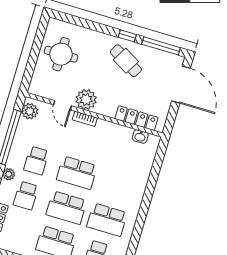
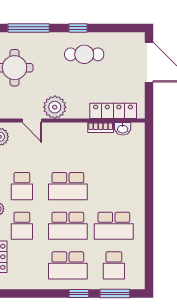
window: (161, 46) -> (29, 28), moved
cafe table: (126, 61) -> (84, 54), turned -30
bookcase: (85, 119) -> (101, 127), moved

